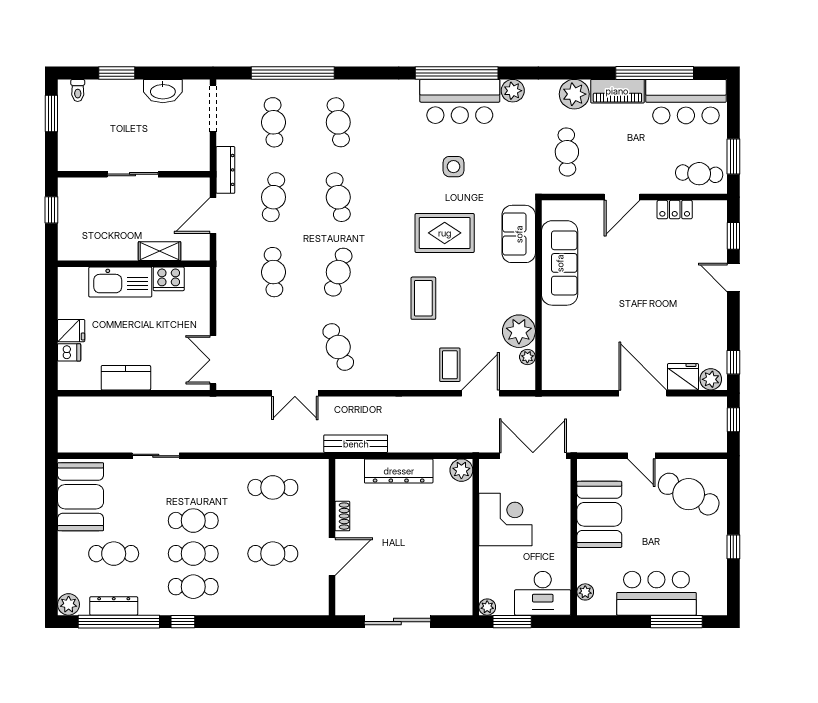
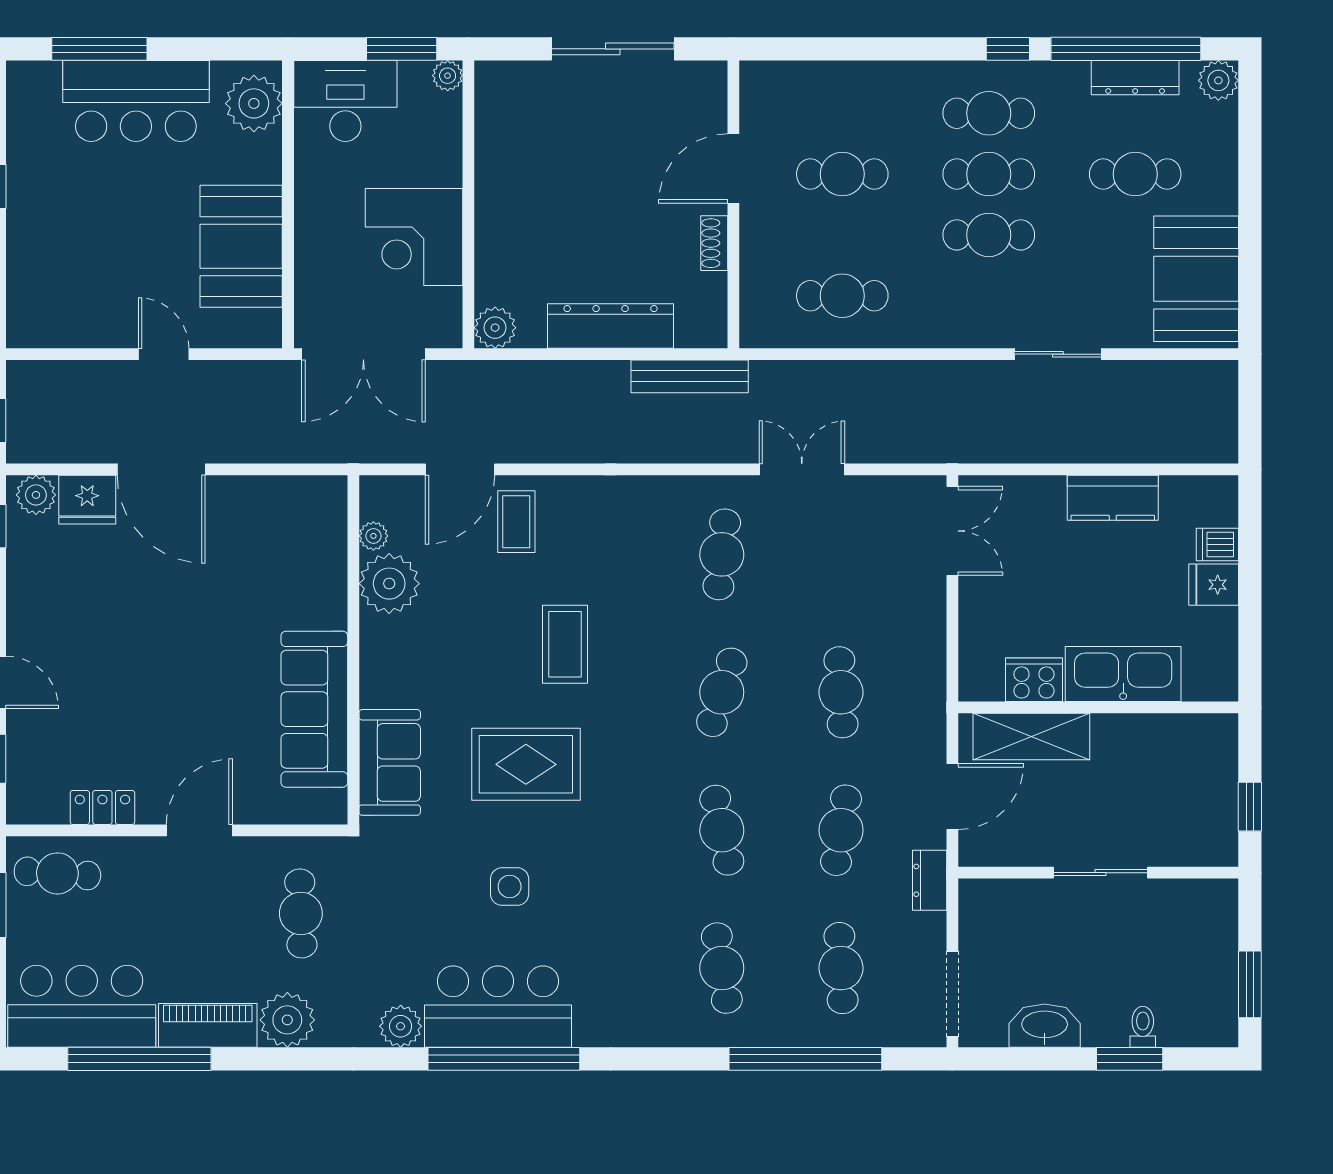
toilet: (78, 90) -> (1143, 1027), moved
dresser: (225, 170) -> (930, 880), width x0.70
shelving: (160, 251) -> (1031, 737), width x1.50, depth x1.33
cafe table: (338, 347) -> (722, 554), turned 30
cafe table: (689, 494) -> (77, 284), removed
plant: (585, 592) -> (254, 103), width x1.87, depth x1.87

